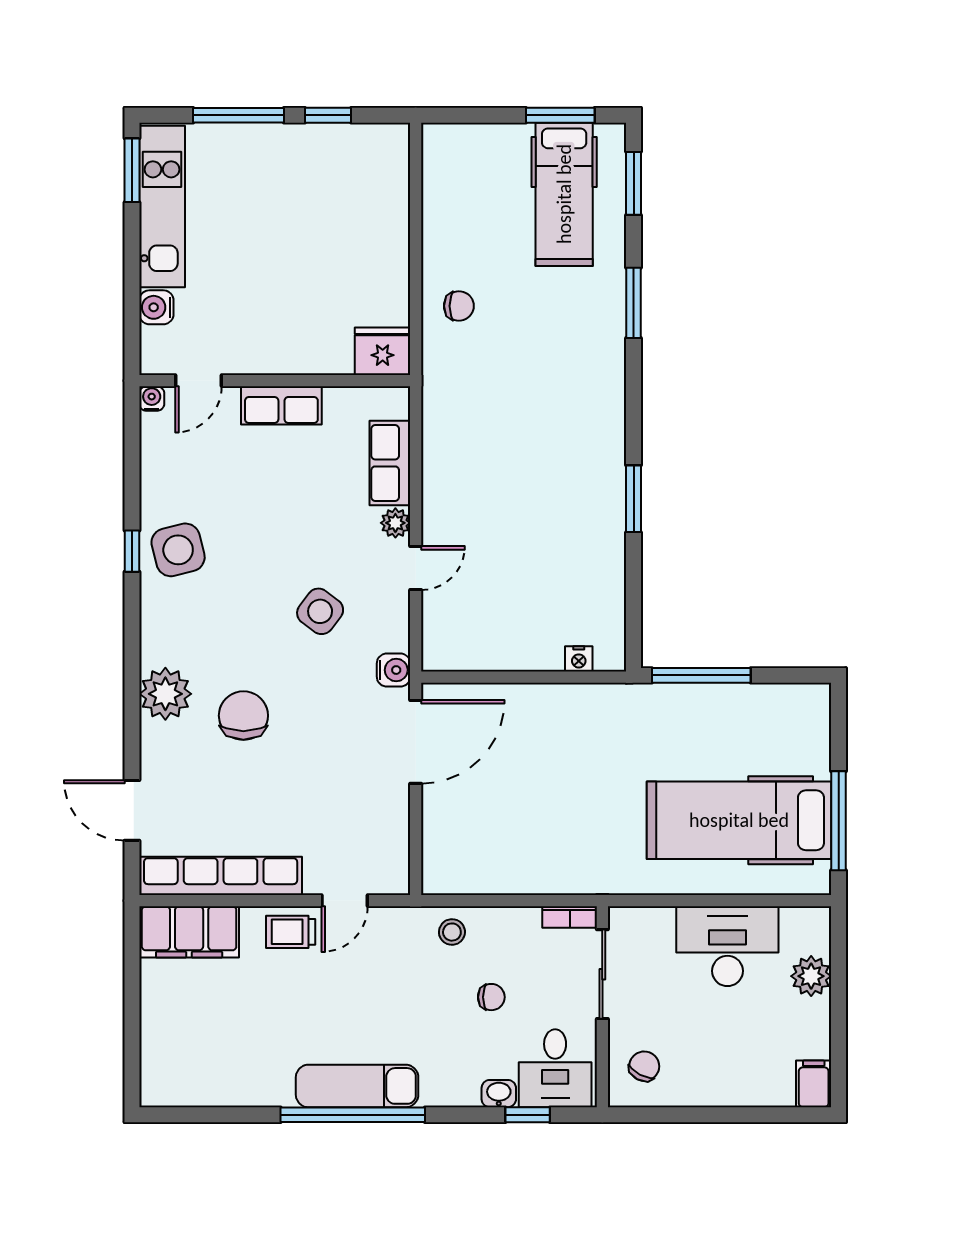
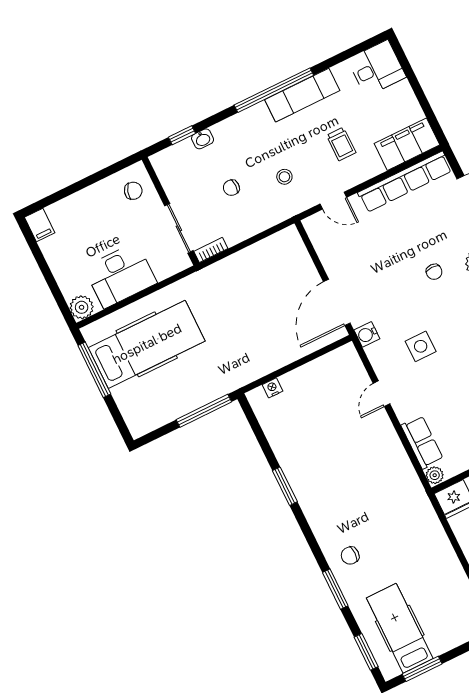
chair: (459, 306) -> (350, 556), moved
plant: (395, 523) -> (435, 475), moved
side table: (320, 611) -> (421, 346), turned -37
chair: (243, 716) -> (434, 272), width x0.54, depth x0.54
door: (345, 901) -> (333, 201), swing flipped
trolley: (291, 932) -> (341, 144), moved, turned 90
stool: (452, 932) -> (284, 177), moved
plant: (811, 976) -> (82, 307), moved
chair: (644, 1066) -> (133, 191), turned -101
desk: (555, 1068) -> (377, 68), moved, turned 90
exam couch: (357, 1086) -> (302, 95), moved

